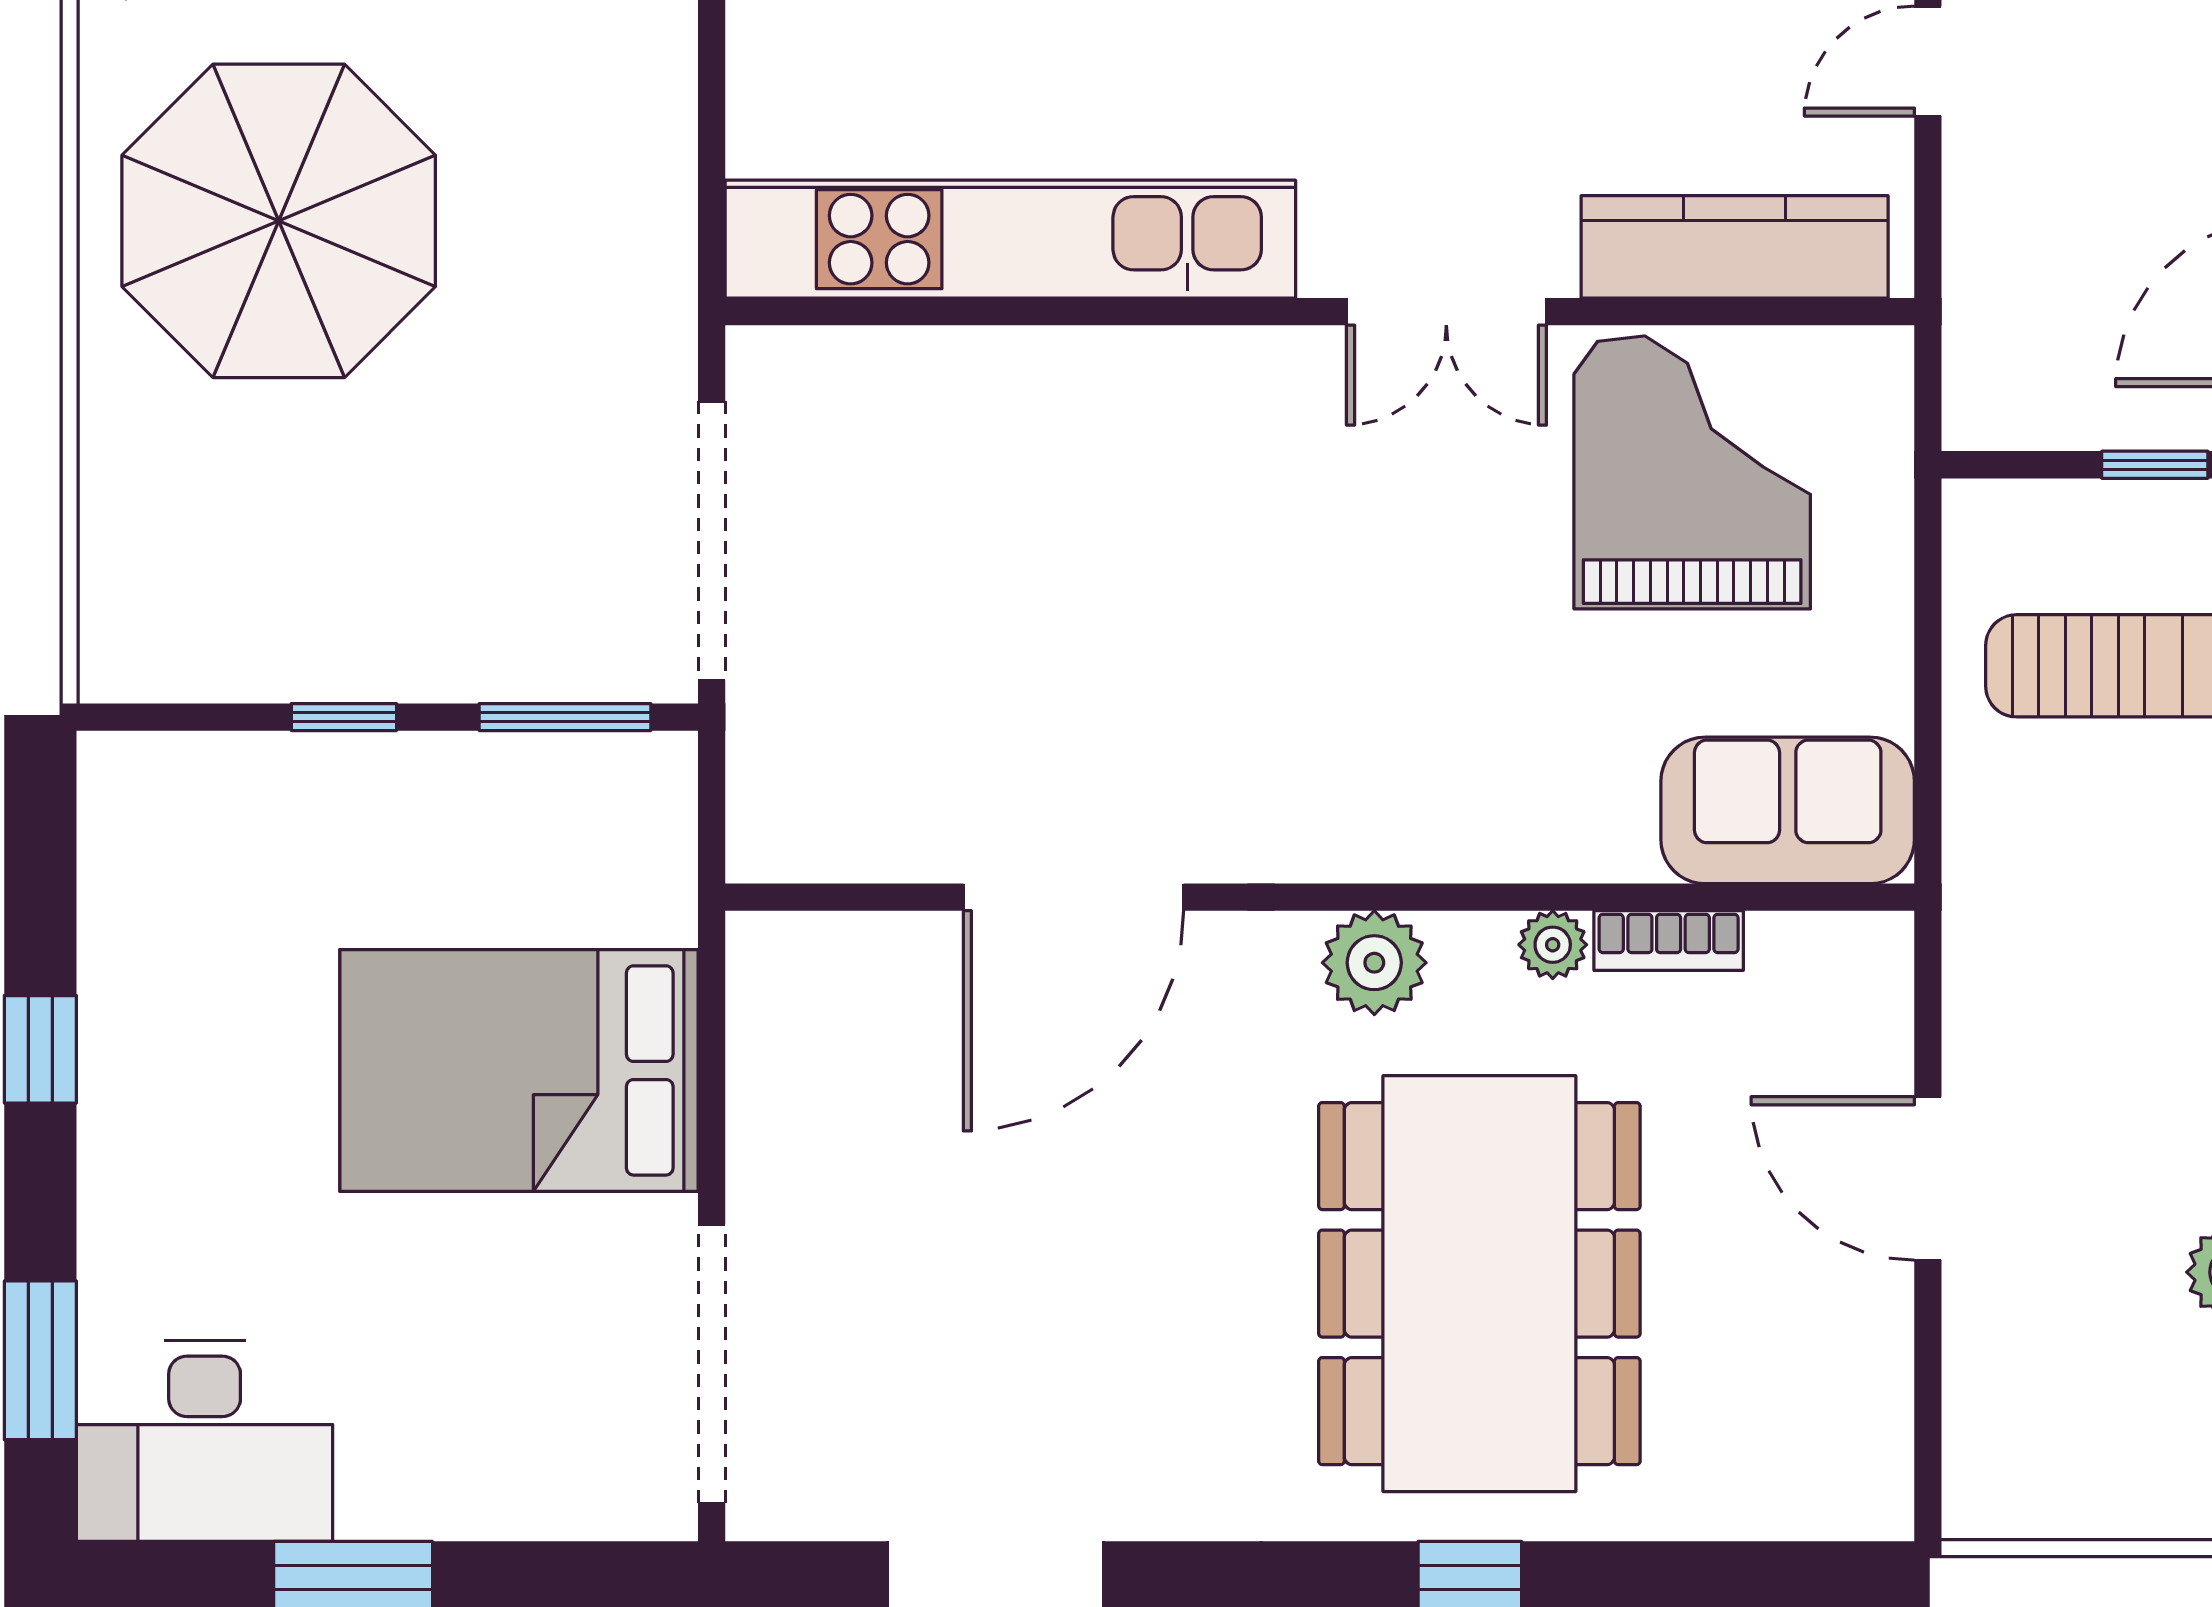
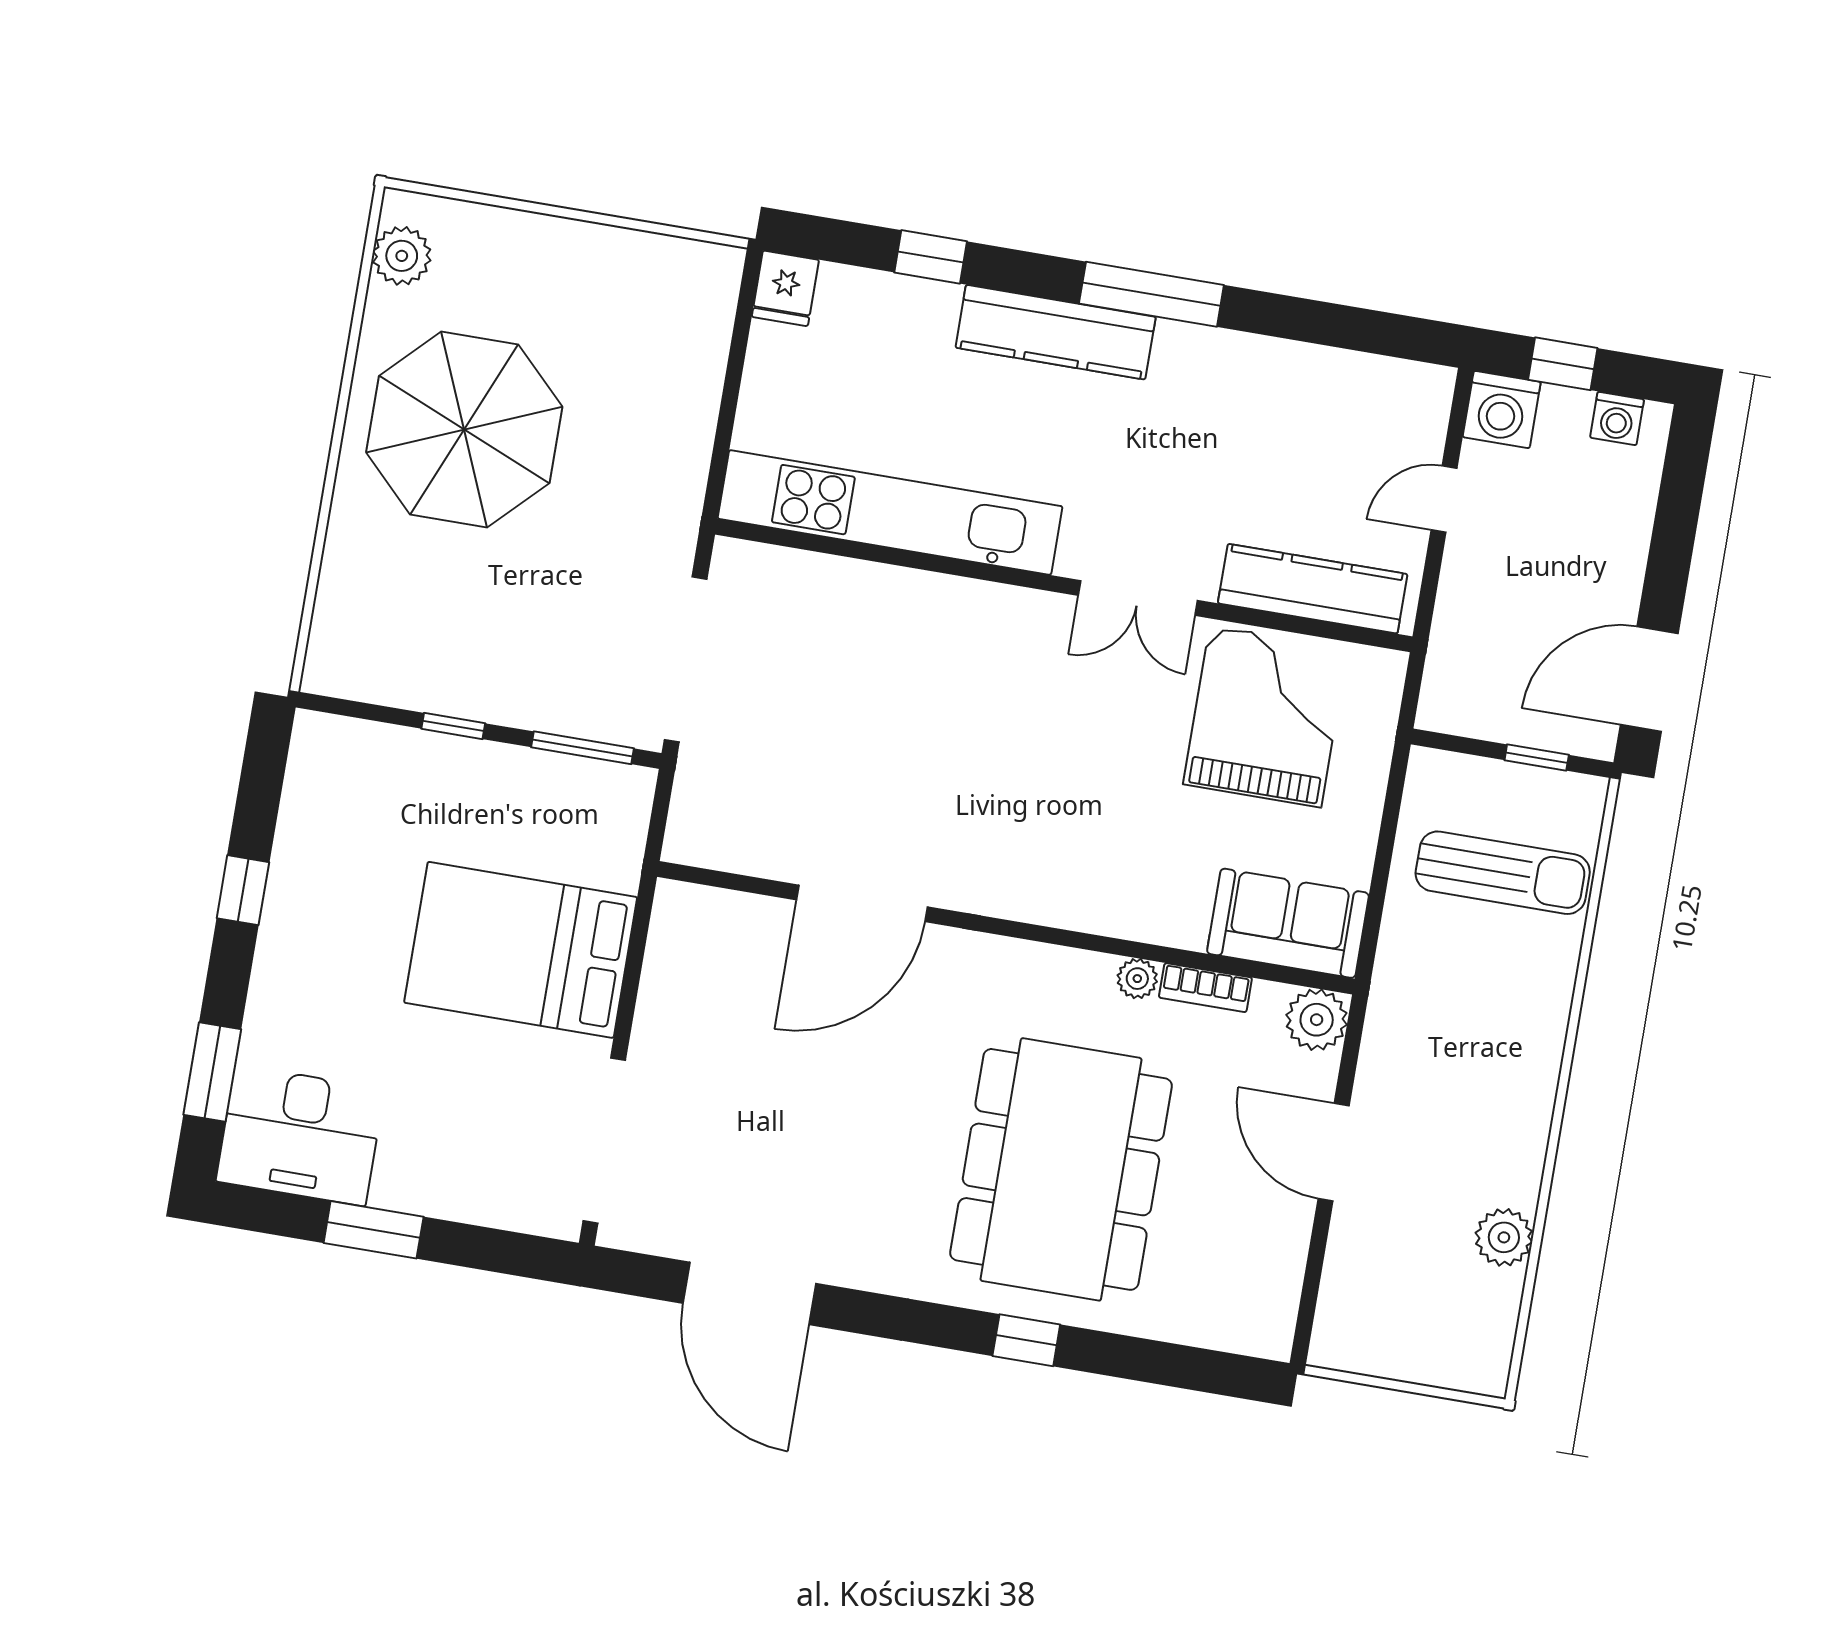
plant: (1374, 963) -> (1317, 1020), moved

